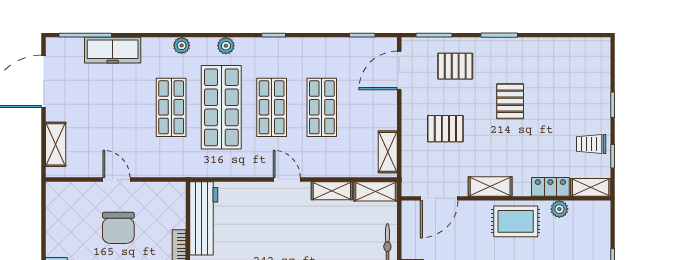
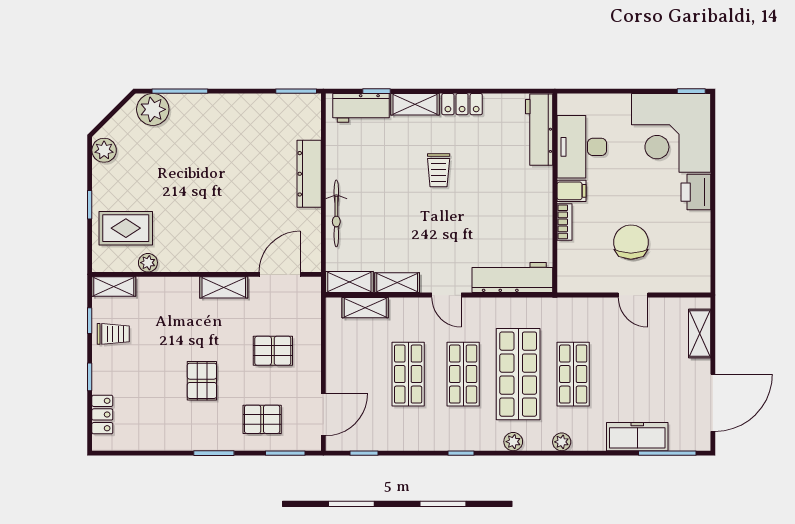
shelving: (388, 152) -> (365, 308), moved, turned 90
locker: (550, 187) -> (102, 414), moved, turned -90
workbench: (204, 218) -> (512, 278), moved, turned 90
rug: (516, 221) -> (126, 228), moved

